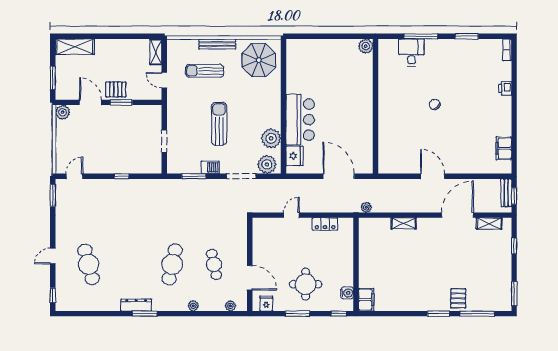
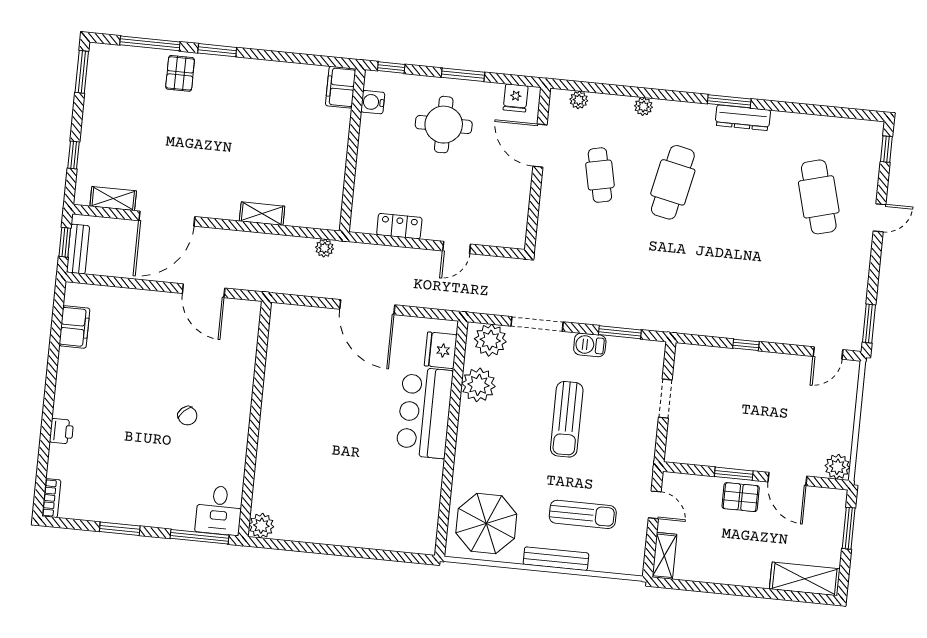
plant: (366, 46) -> (261, 526), moved
wall: (375, 106) -> (255, 419), moved

